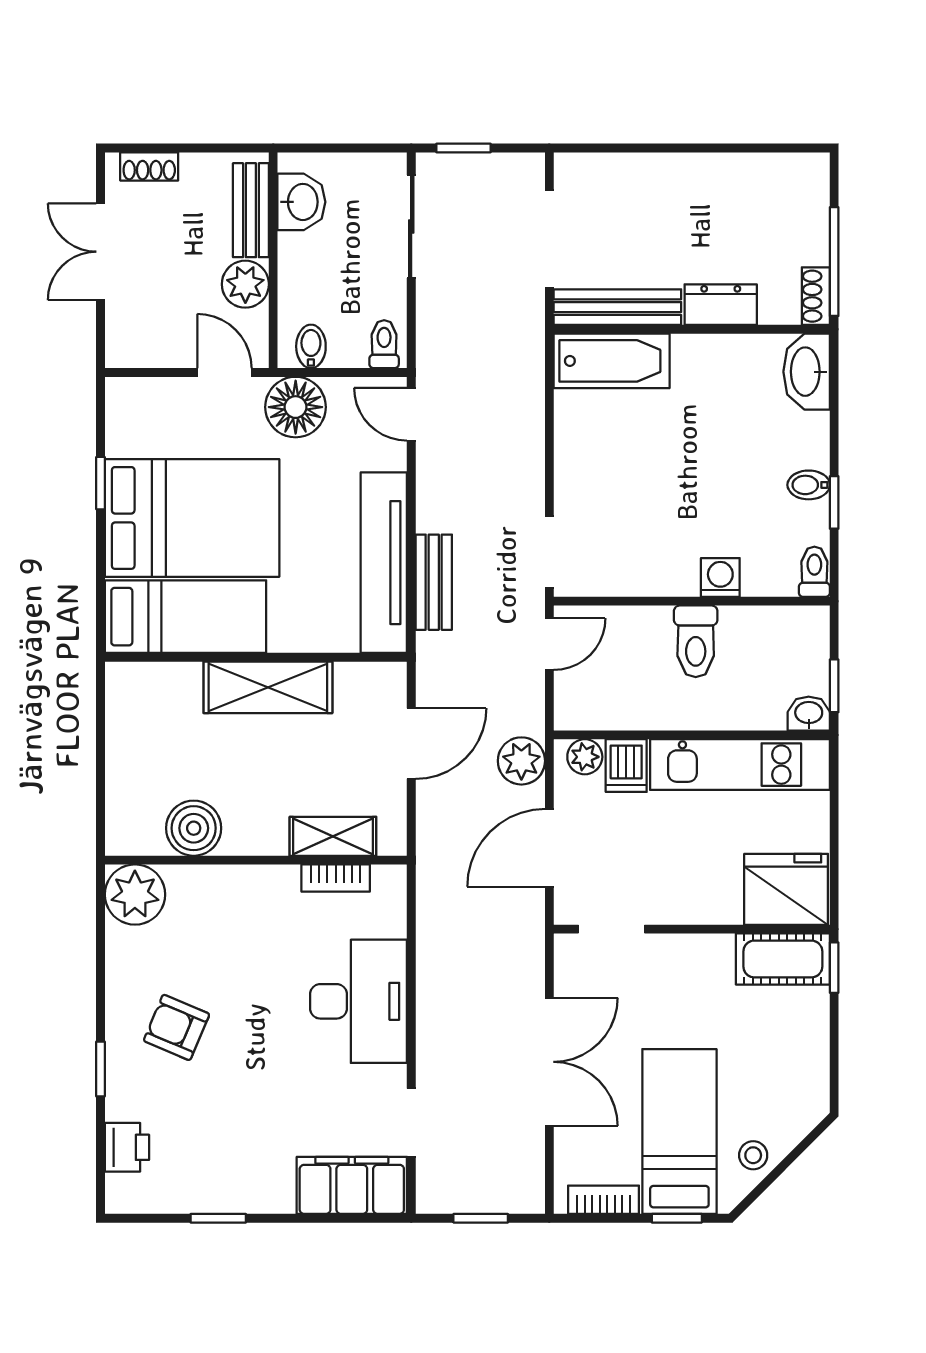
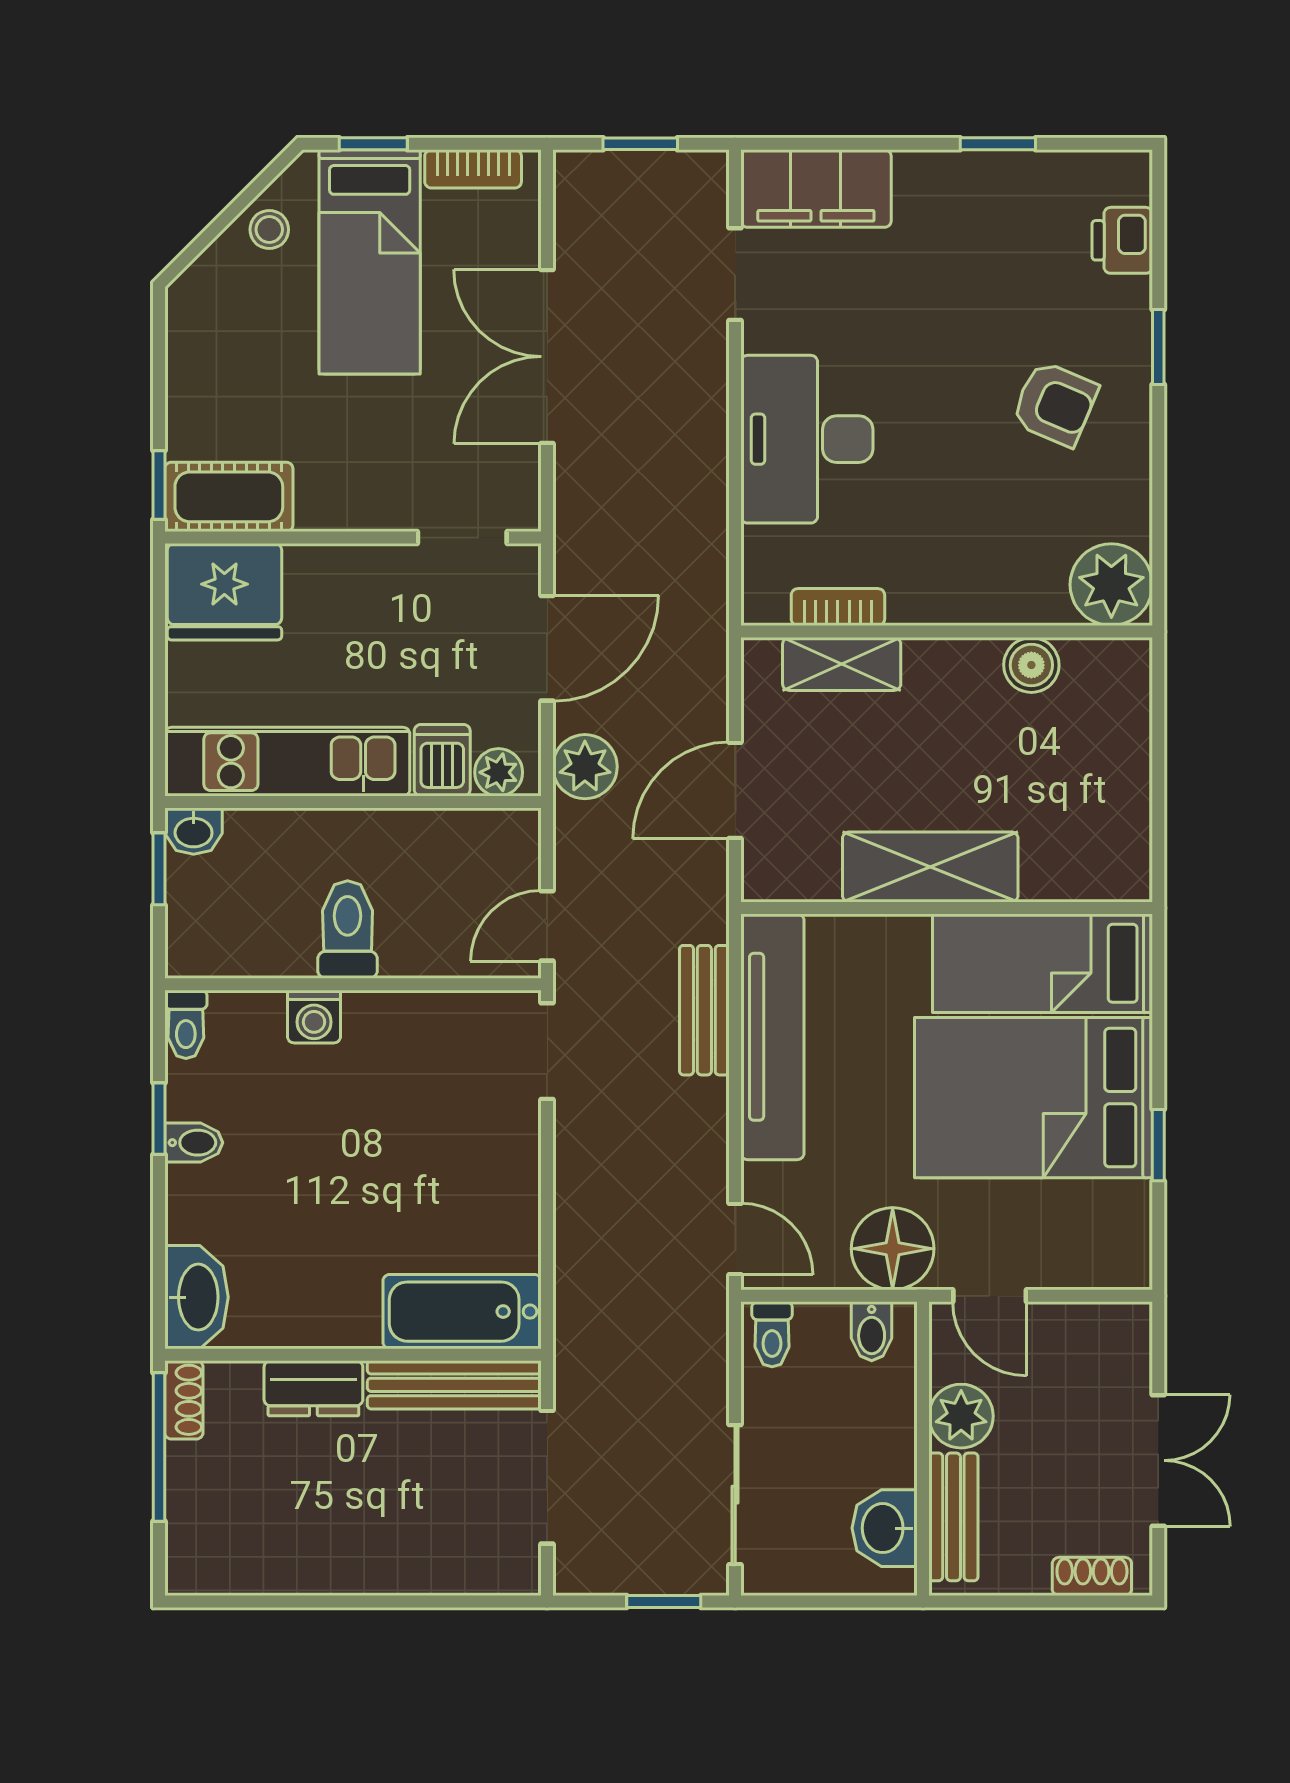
boiler: (194, 828) -> (1031, 665), width x0.73, depth x0.73

